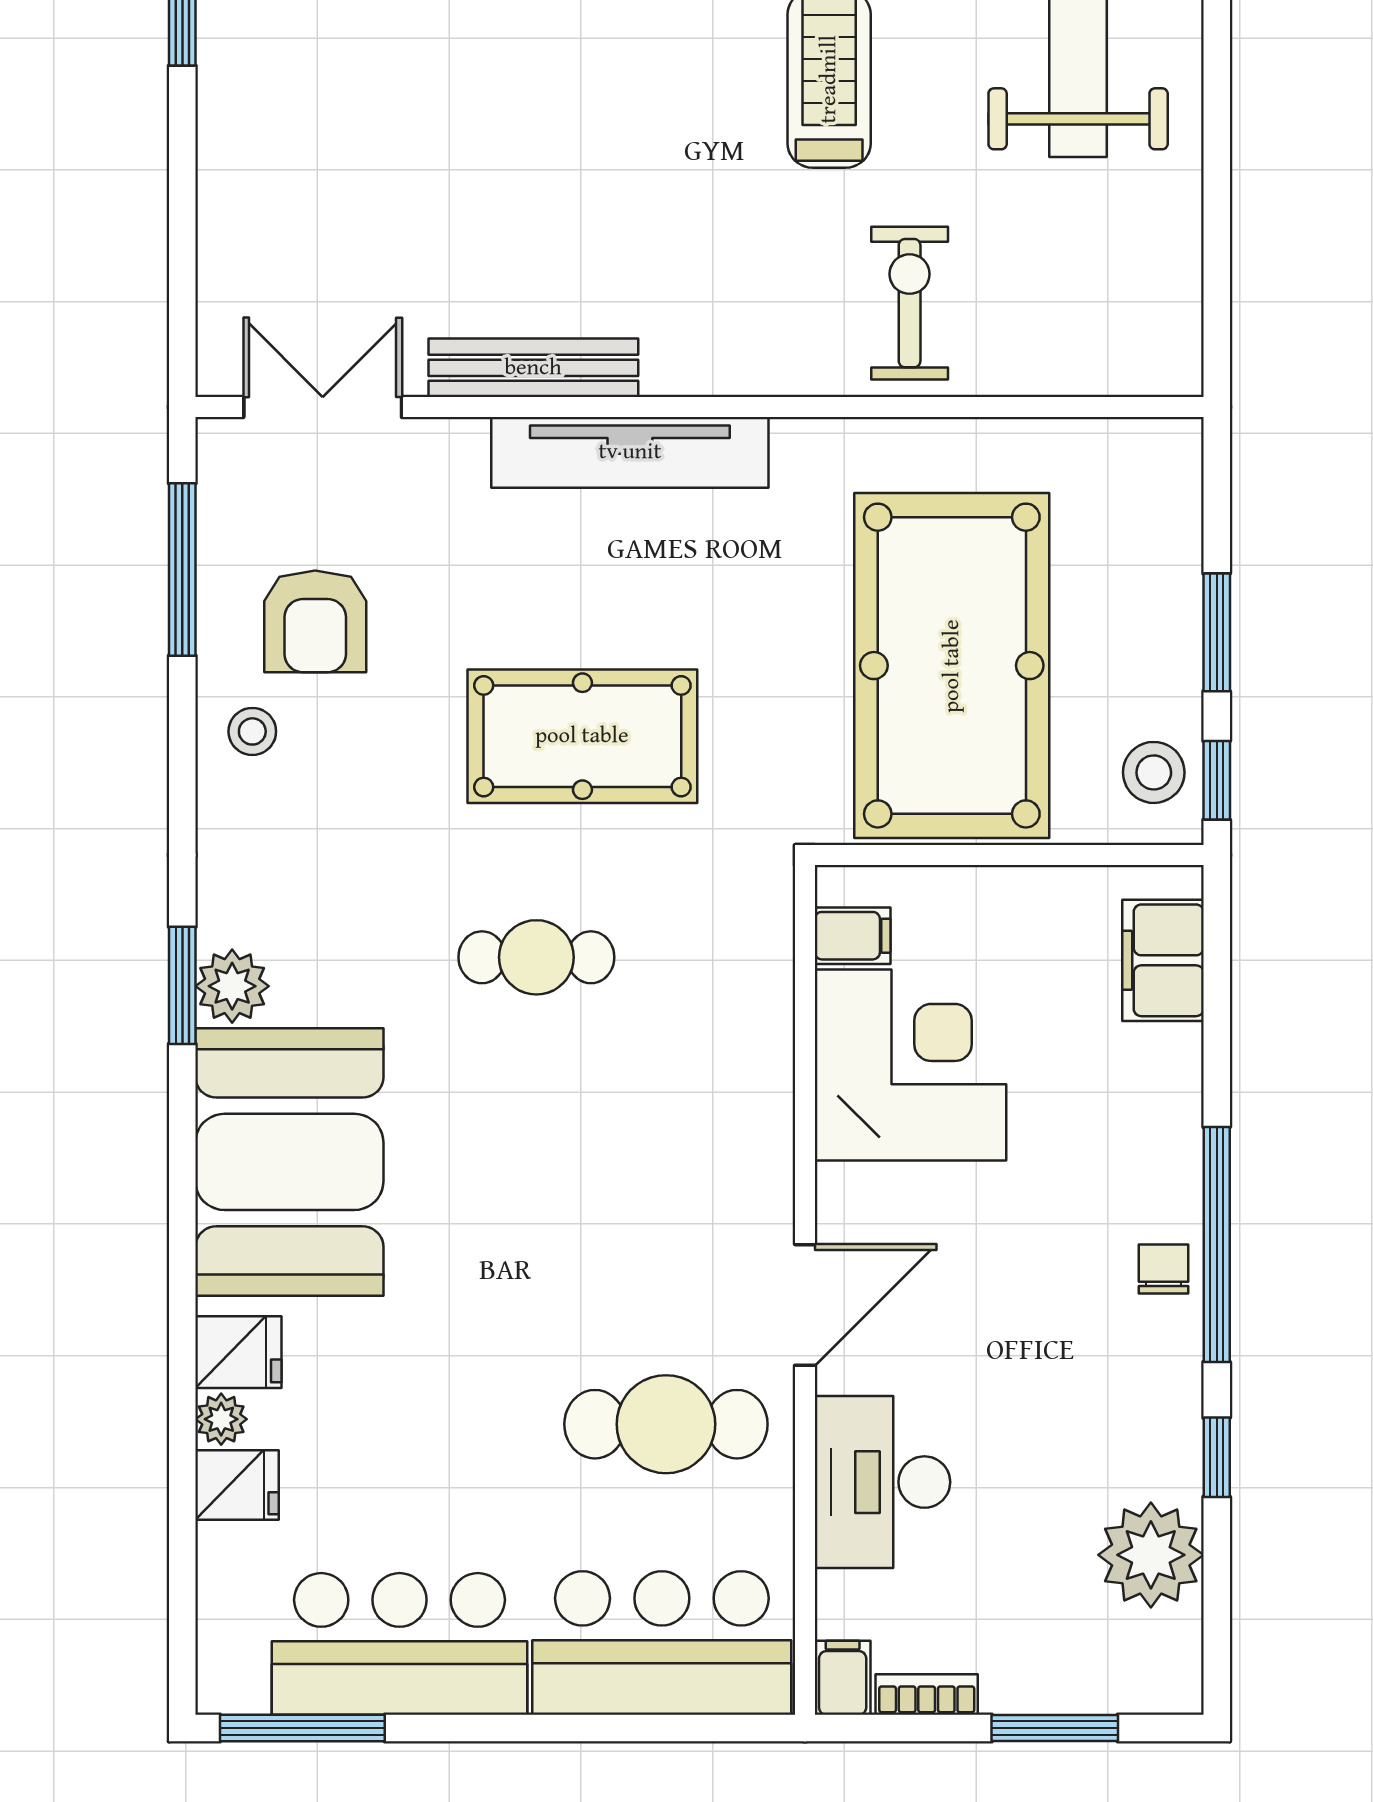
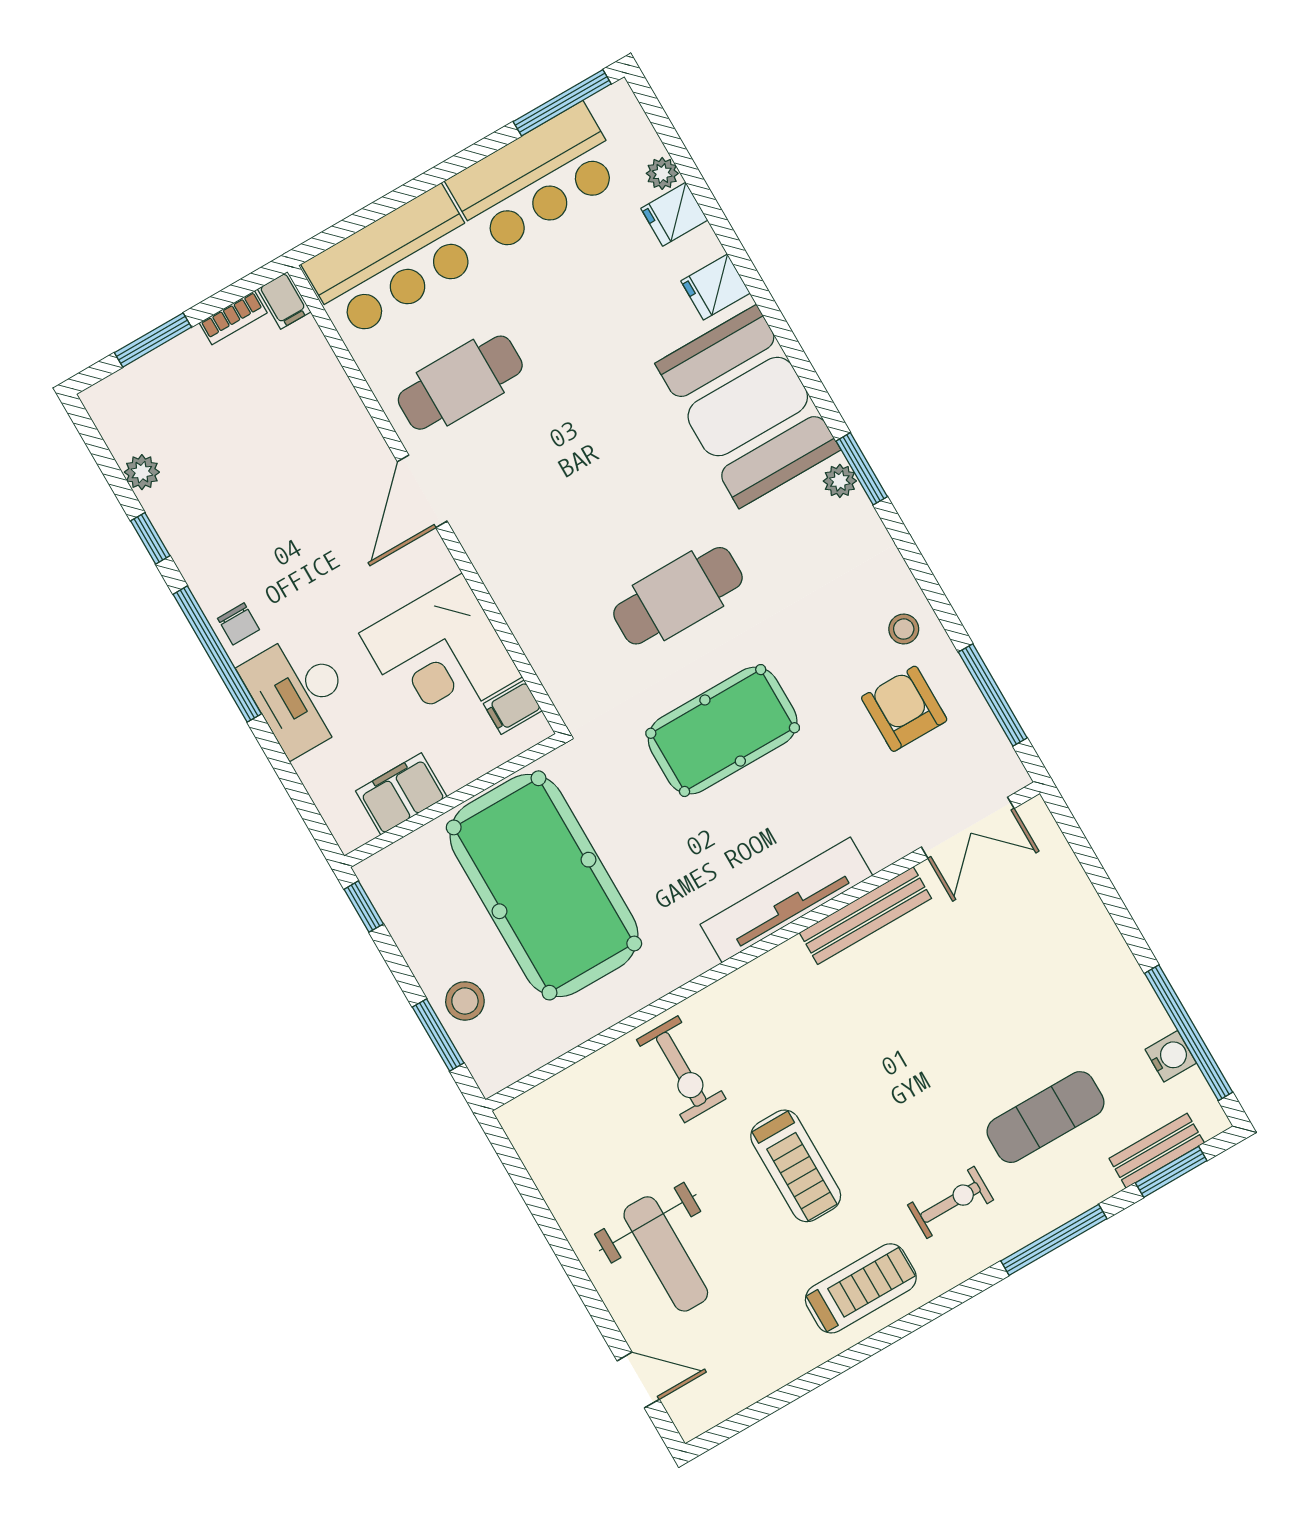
window: (1217, 632) -> (438, 1035), moved
stool: (1154, 772) -> (465, 1001), moved
cafe table: (536, 957) -> (678, 596), width x1.37, depth x1.35
filing cabinet: (1163, 960) -> (401, 794), moved, turned -90
plant: (232, 986) -> (840, 481), width x0.73, depth x0.73
plant: (221, 1419) -> (662, 173), moved
desk: (882, 1482) -> (299, 694), moved, turned 180
plant: (1151, 1555) -> (142, 472), width x0.53, depth x0.53

